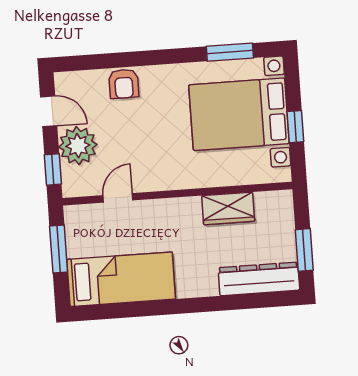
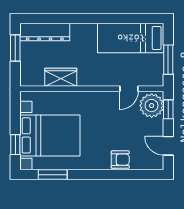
armchair: (124, 84) -> (120, 160), turned 90
window: (295, 127) -> (15, 145), moved
plant: (78, 146) -> (152, 106), moved

